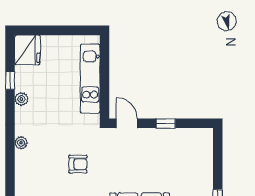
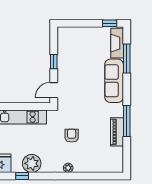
plant: (21, 99) -> (32, 163), width x1.88, depth x1.88
armchair: (78, 164) -> (72, 136), moved

